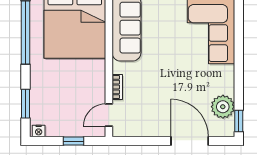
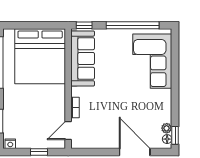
plant: (223, 107) -> (167, 128), width x0.53, depth x0.53
floor lamp: (229, 125) -> (167, 139), added

